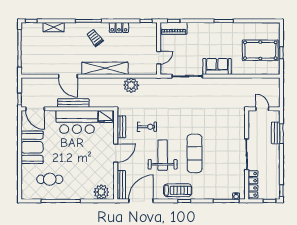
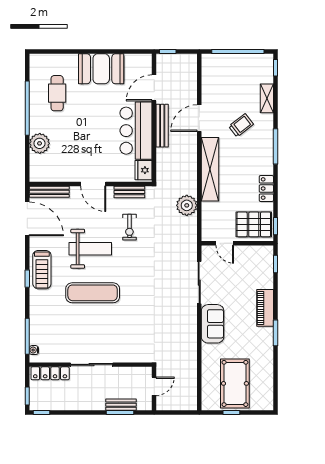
piano: (174, 28) -> (265, 308), moved
pallet: (145, 37) -> (254, 224), added
trolley: (95, 38) -> (241, 125), moved
door: (35, 109) -> (154, 88), moved
plant: (101, 192) -> (40, 143), moved

